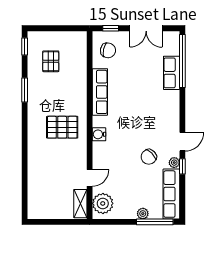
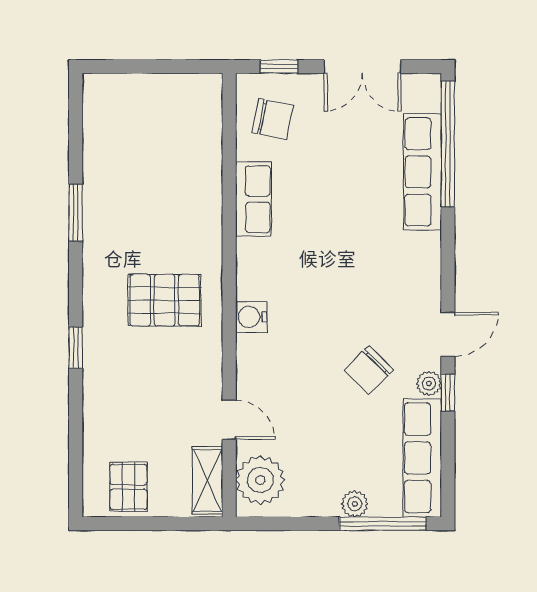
window: (25, 46) -> (76, 348), moved
pallet: (51, 61) -> (128, 487), moved
row of seats: (172, 73) -> (422, 172), width x1.48
row of seats: (100, 92) -> (254, 199), width x0.68
door: (90, 178) -> (229, 420), hinge flipped

